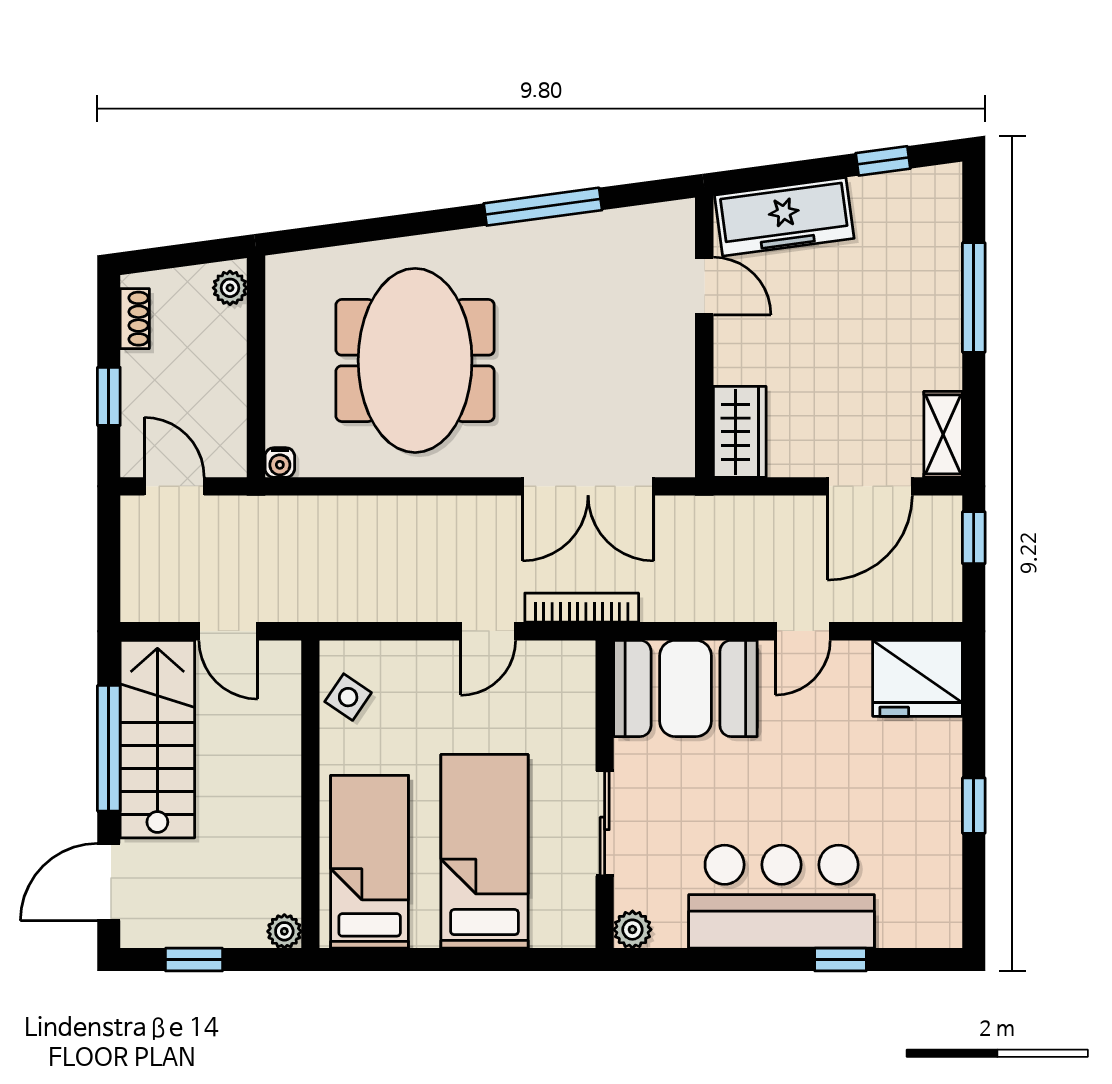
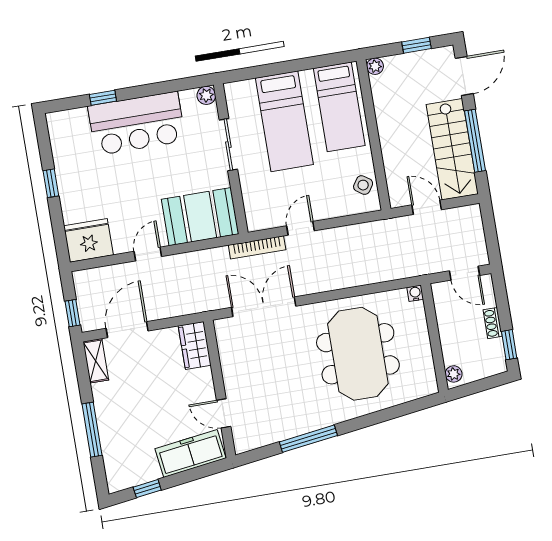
shoe rack: (135, 319) -> (493, 323), moved
window: (109, 396) -> (509, 345), moved

